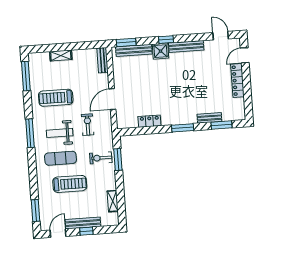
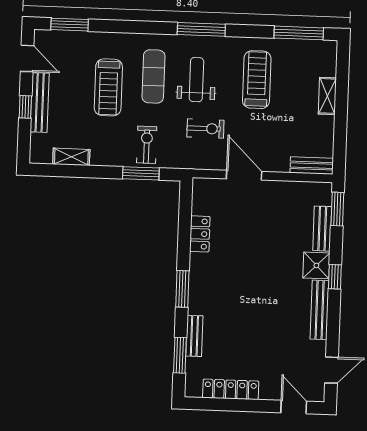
bench: (134, 50) -> (322, 229), width x0.73
locker: (237, 80) -> (231, 389), moved

